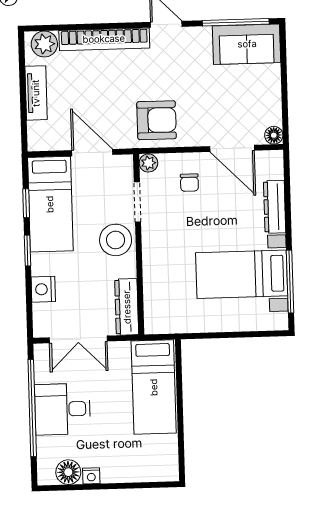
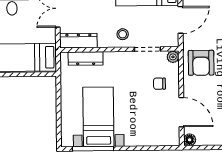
door: (232, 148) -> (181, 112), swing flipped
dresser: (275, 207) -> (86, 59), moved, turned 180
stool: (116, 240) -> (123, 34), width x0.53, depth x0.53

